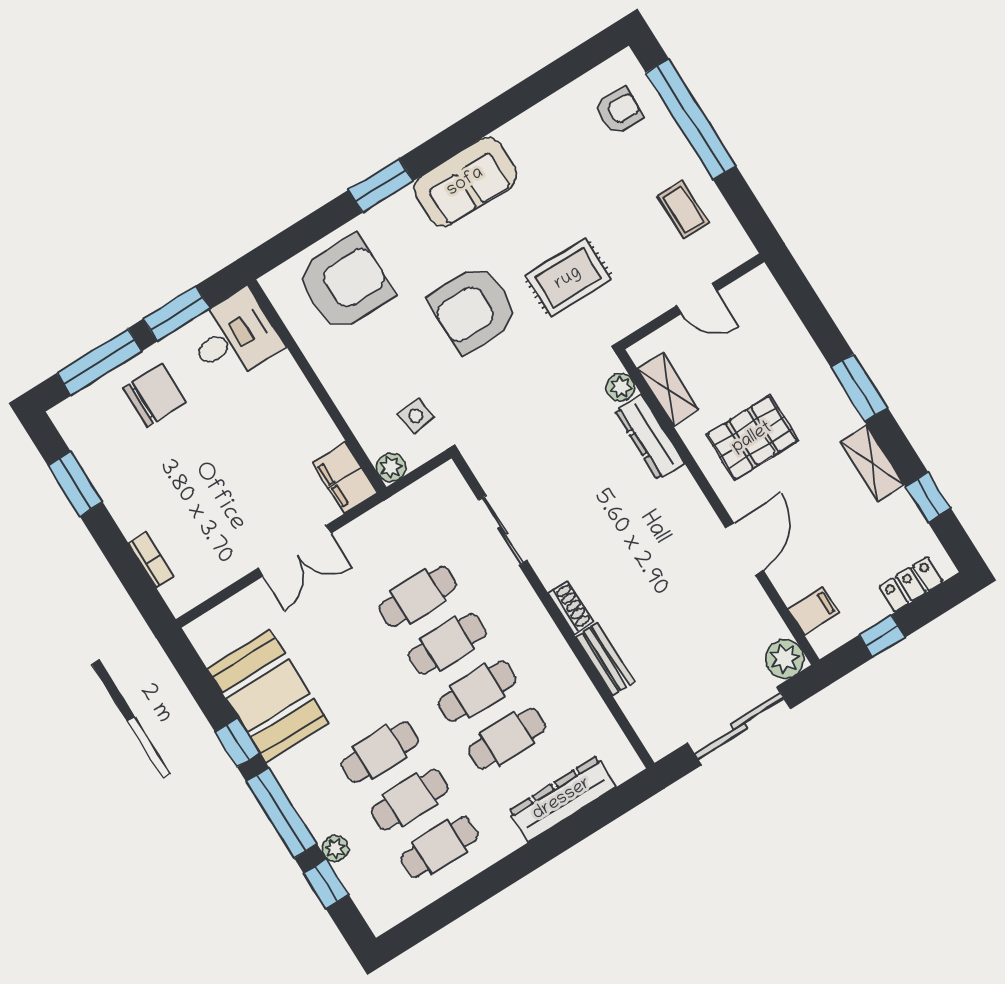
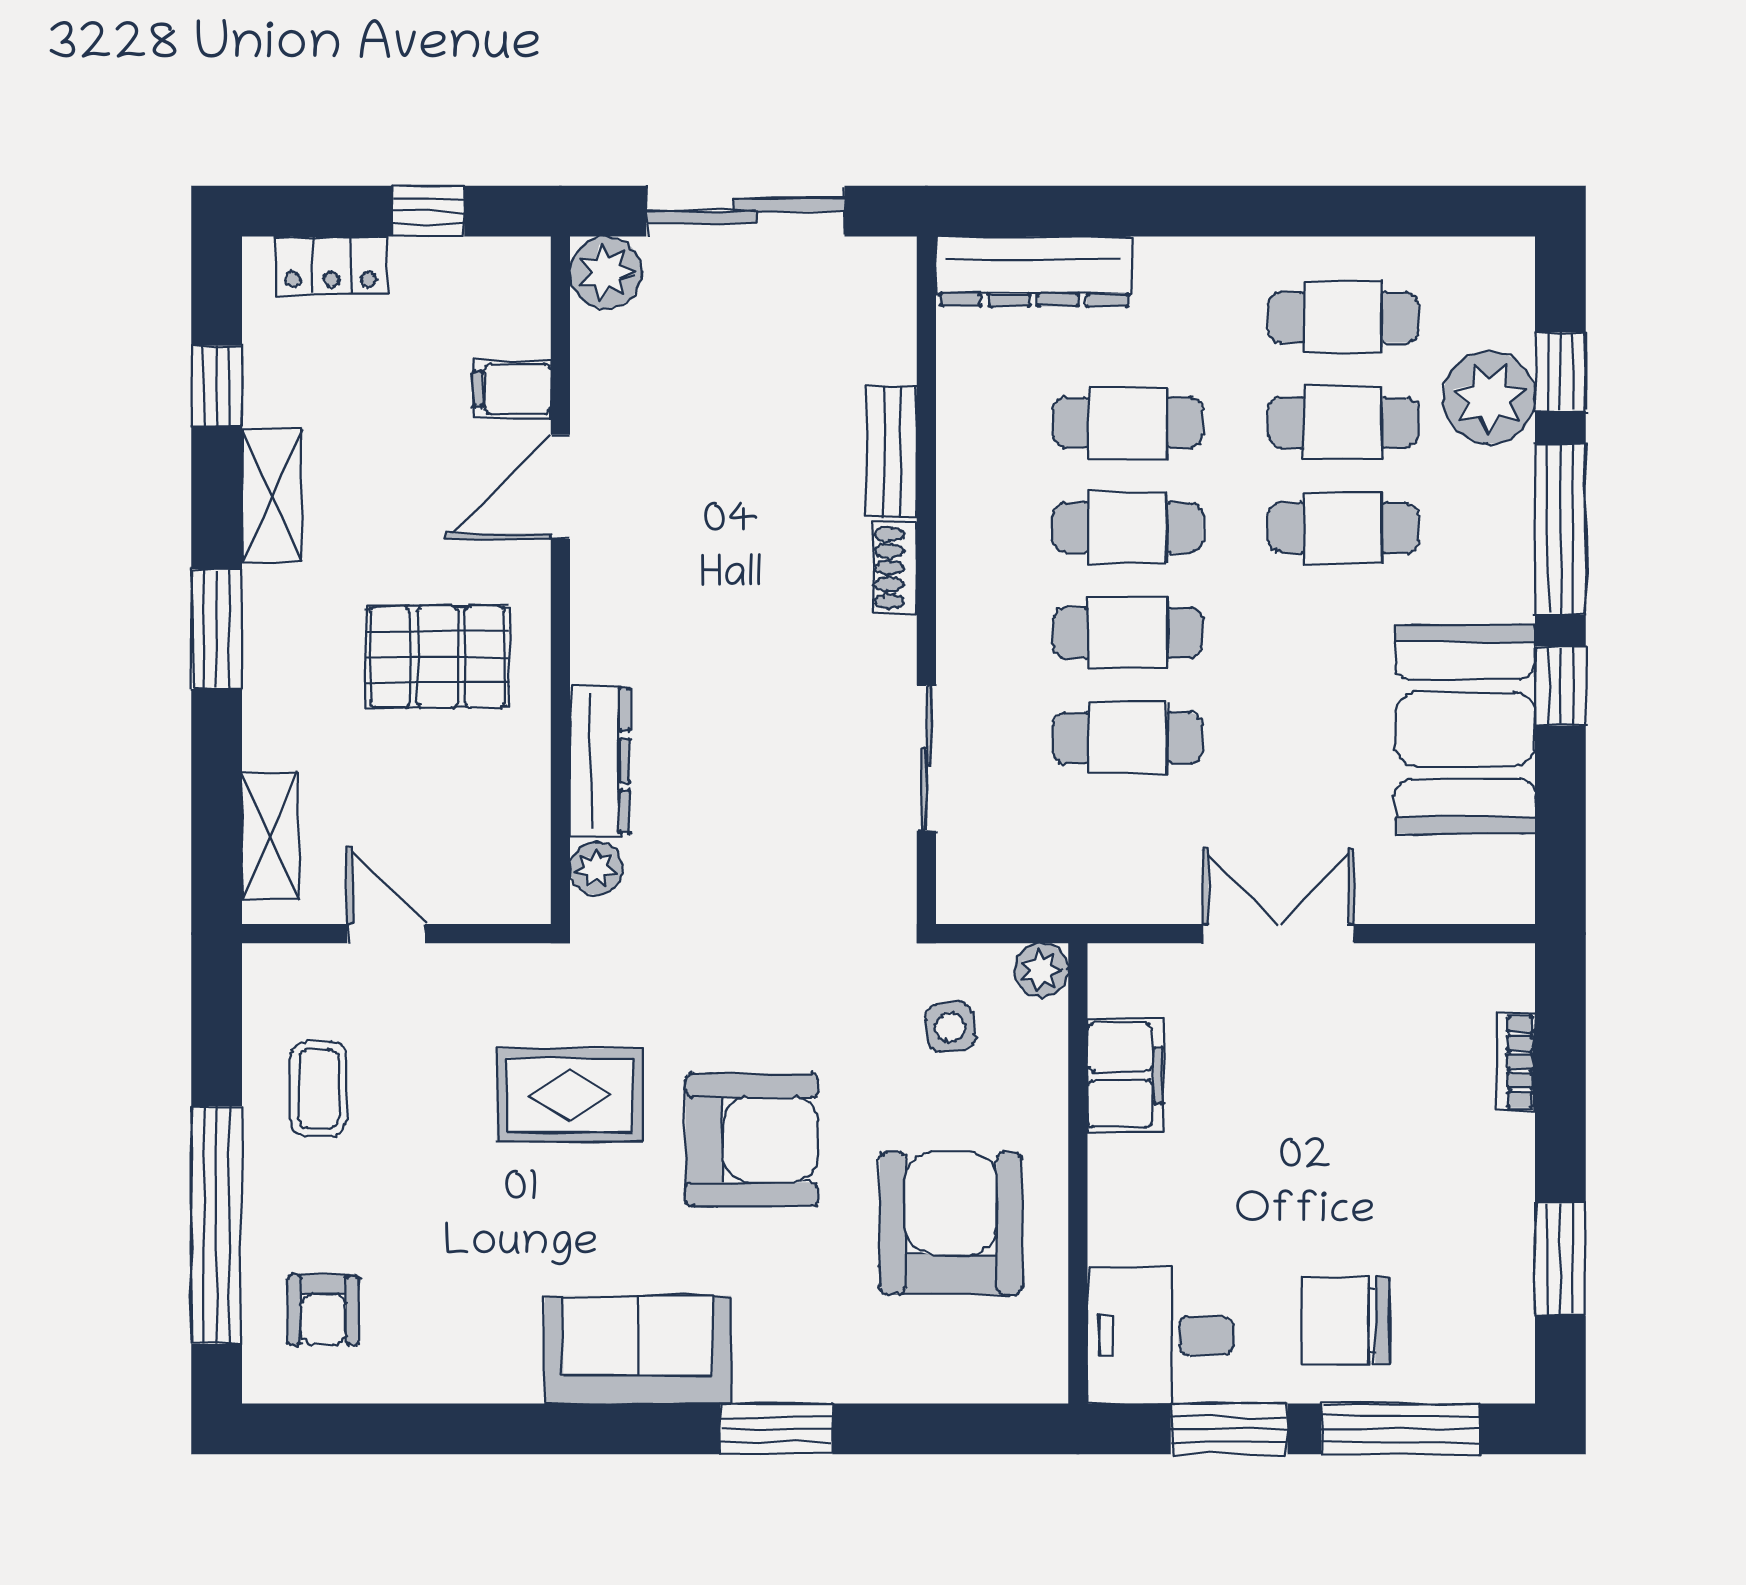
armchair: (619, 111) -> (323, 1310), turned -92
armchair: (345, 283) -> (951, 1223), moved, turned 90
shelving: (668, 389) -> (270, 836), moved
filing cabinet: (345, 478) -> (1125, 1076), moved
filing cabinet: (813, 611) -> (512, 389), moved
dresser: (562, 799) -> (1034, 271), moved
plant: (335, 849) -> (1489, 398), width x1.87, depth x1.87

